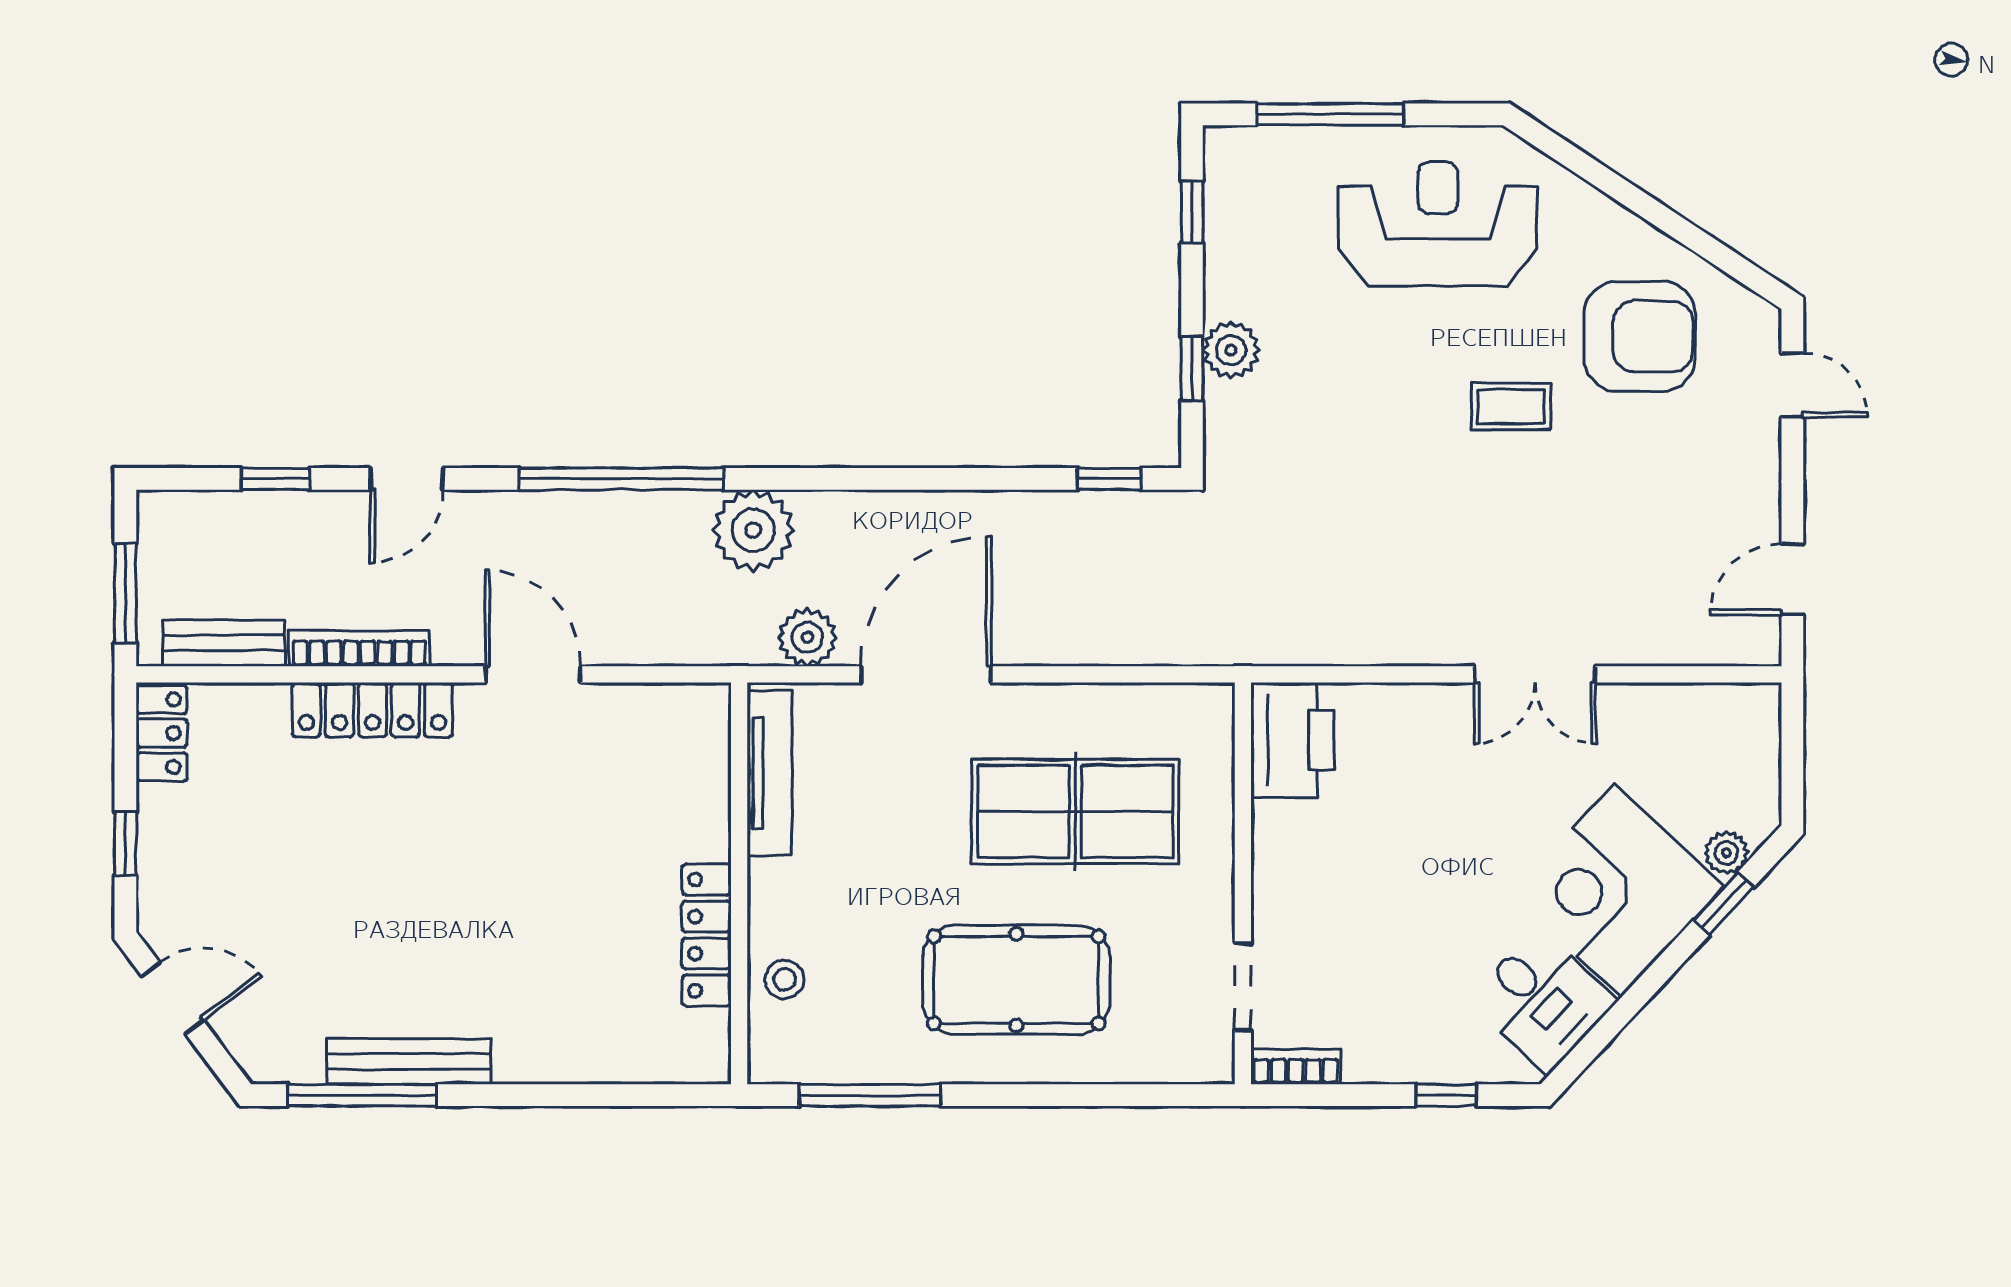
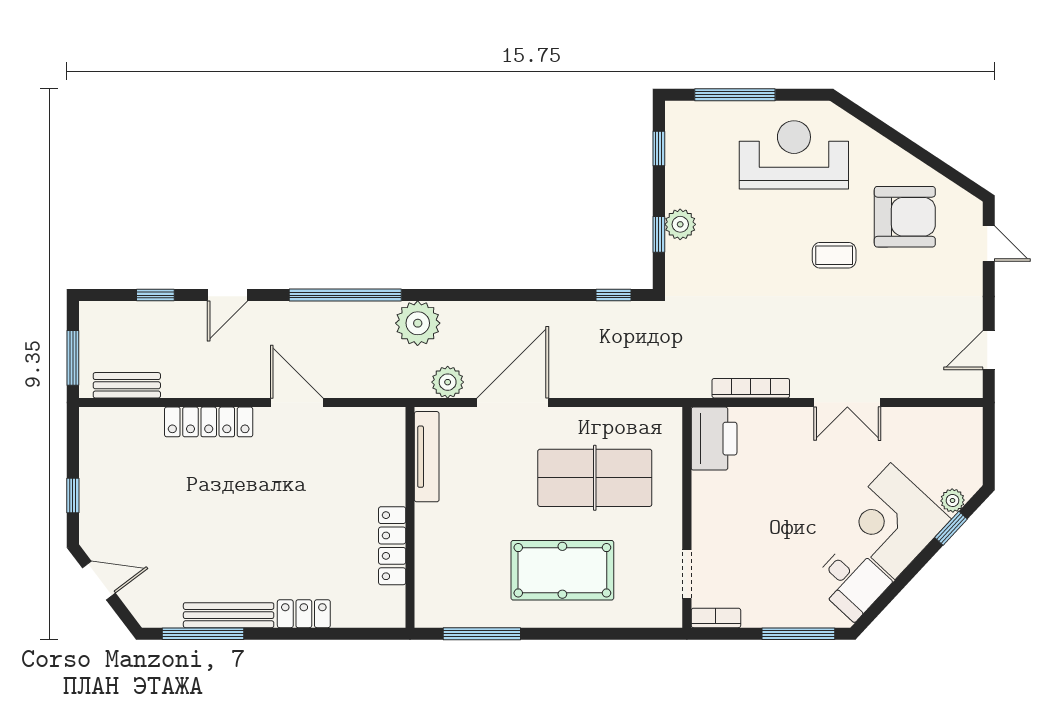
bookcase: (359, 648) -> (751, 388), moved
locker: (162, 733) -> (304, 614), moved, turned -90
stool: (785, 979) -> (435, 570), removed
window: (1446, 1095) -> (798, 634), width x2.17

